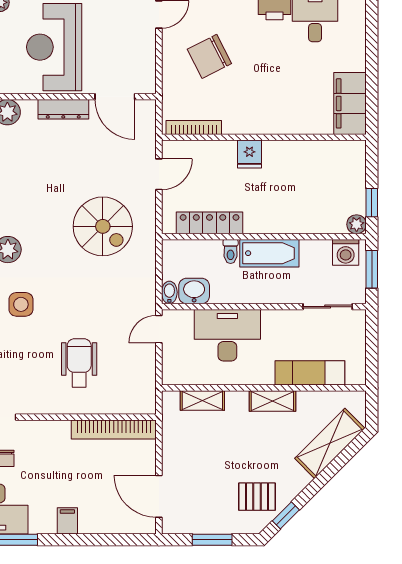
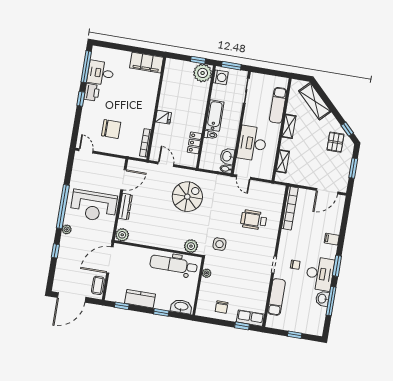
chair: (209, 56) -> (111, 129), turned -63
locker: (210, 223) -> (195, 143), width x0.66
plant: (357, 224) -> (203, 73), width x1.87, depth x1.87

